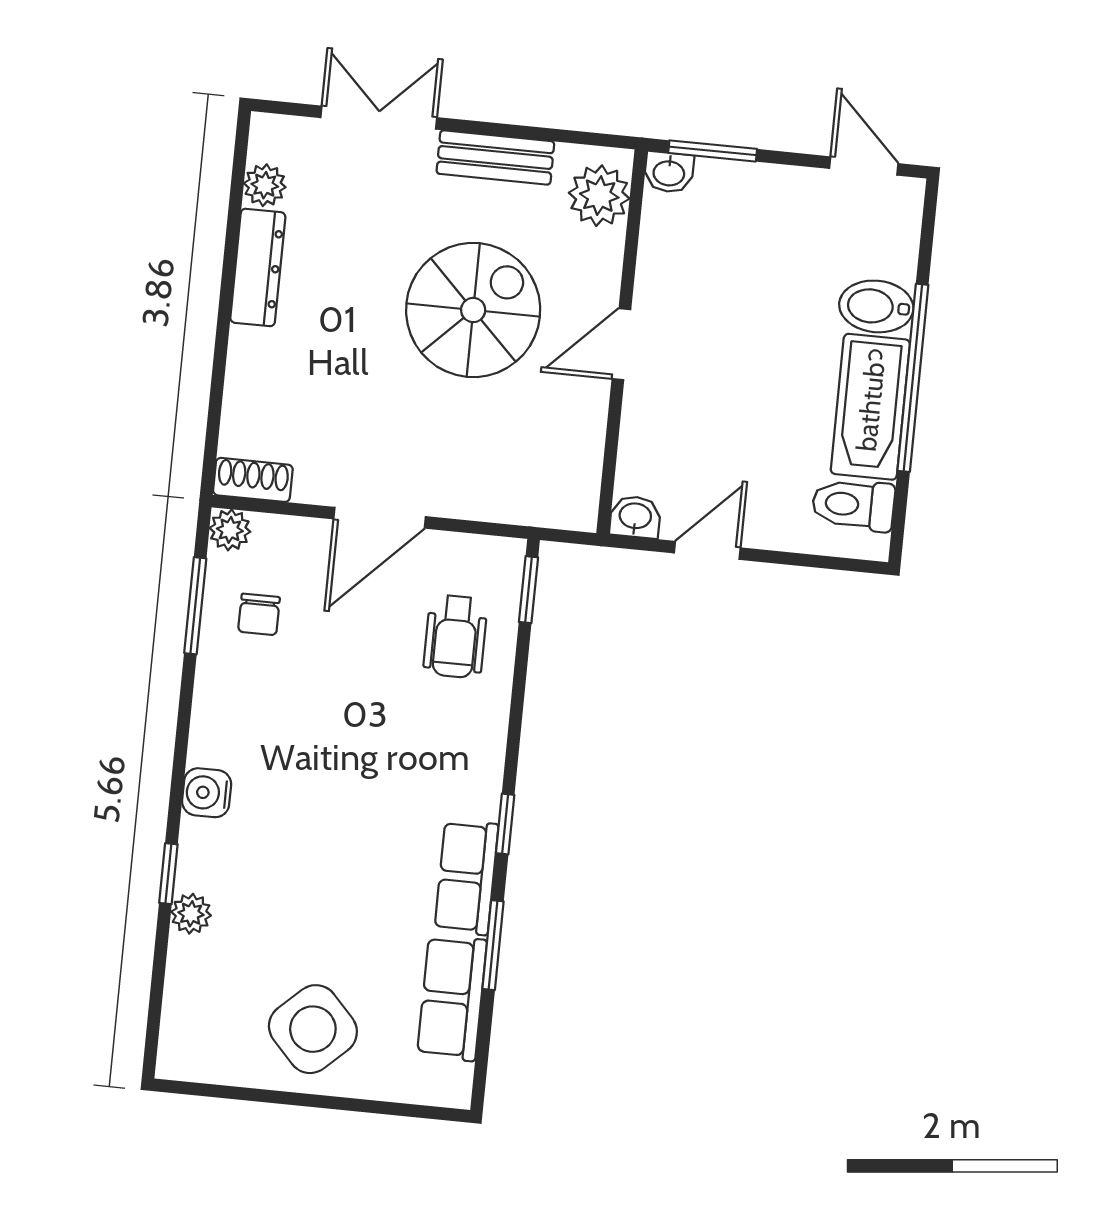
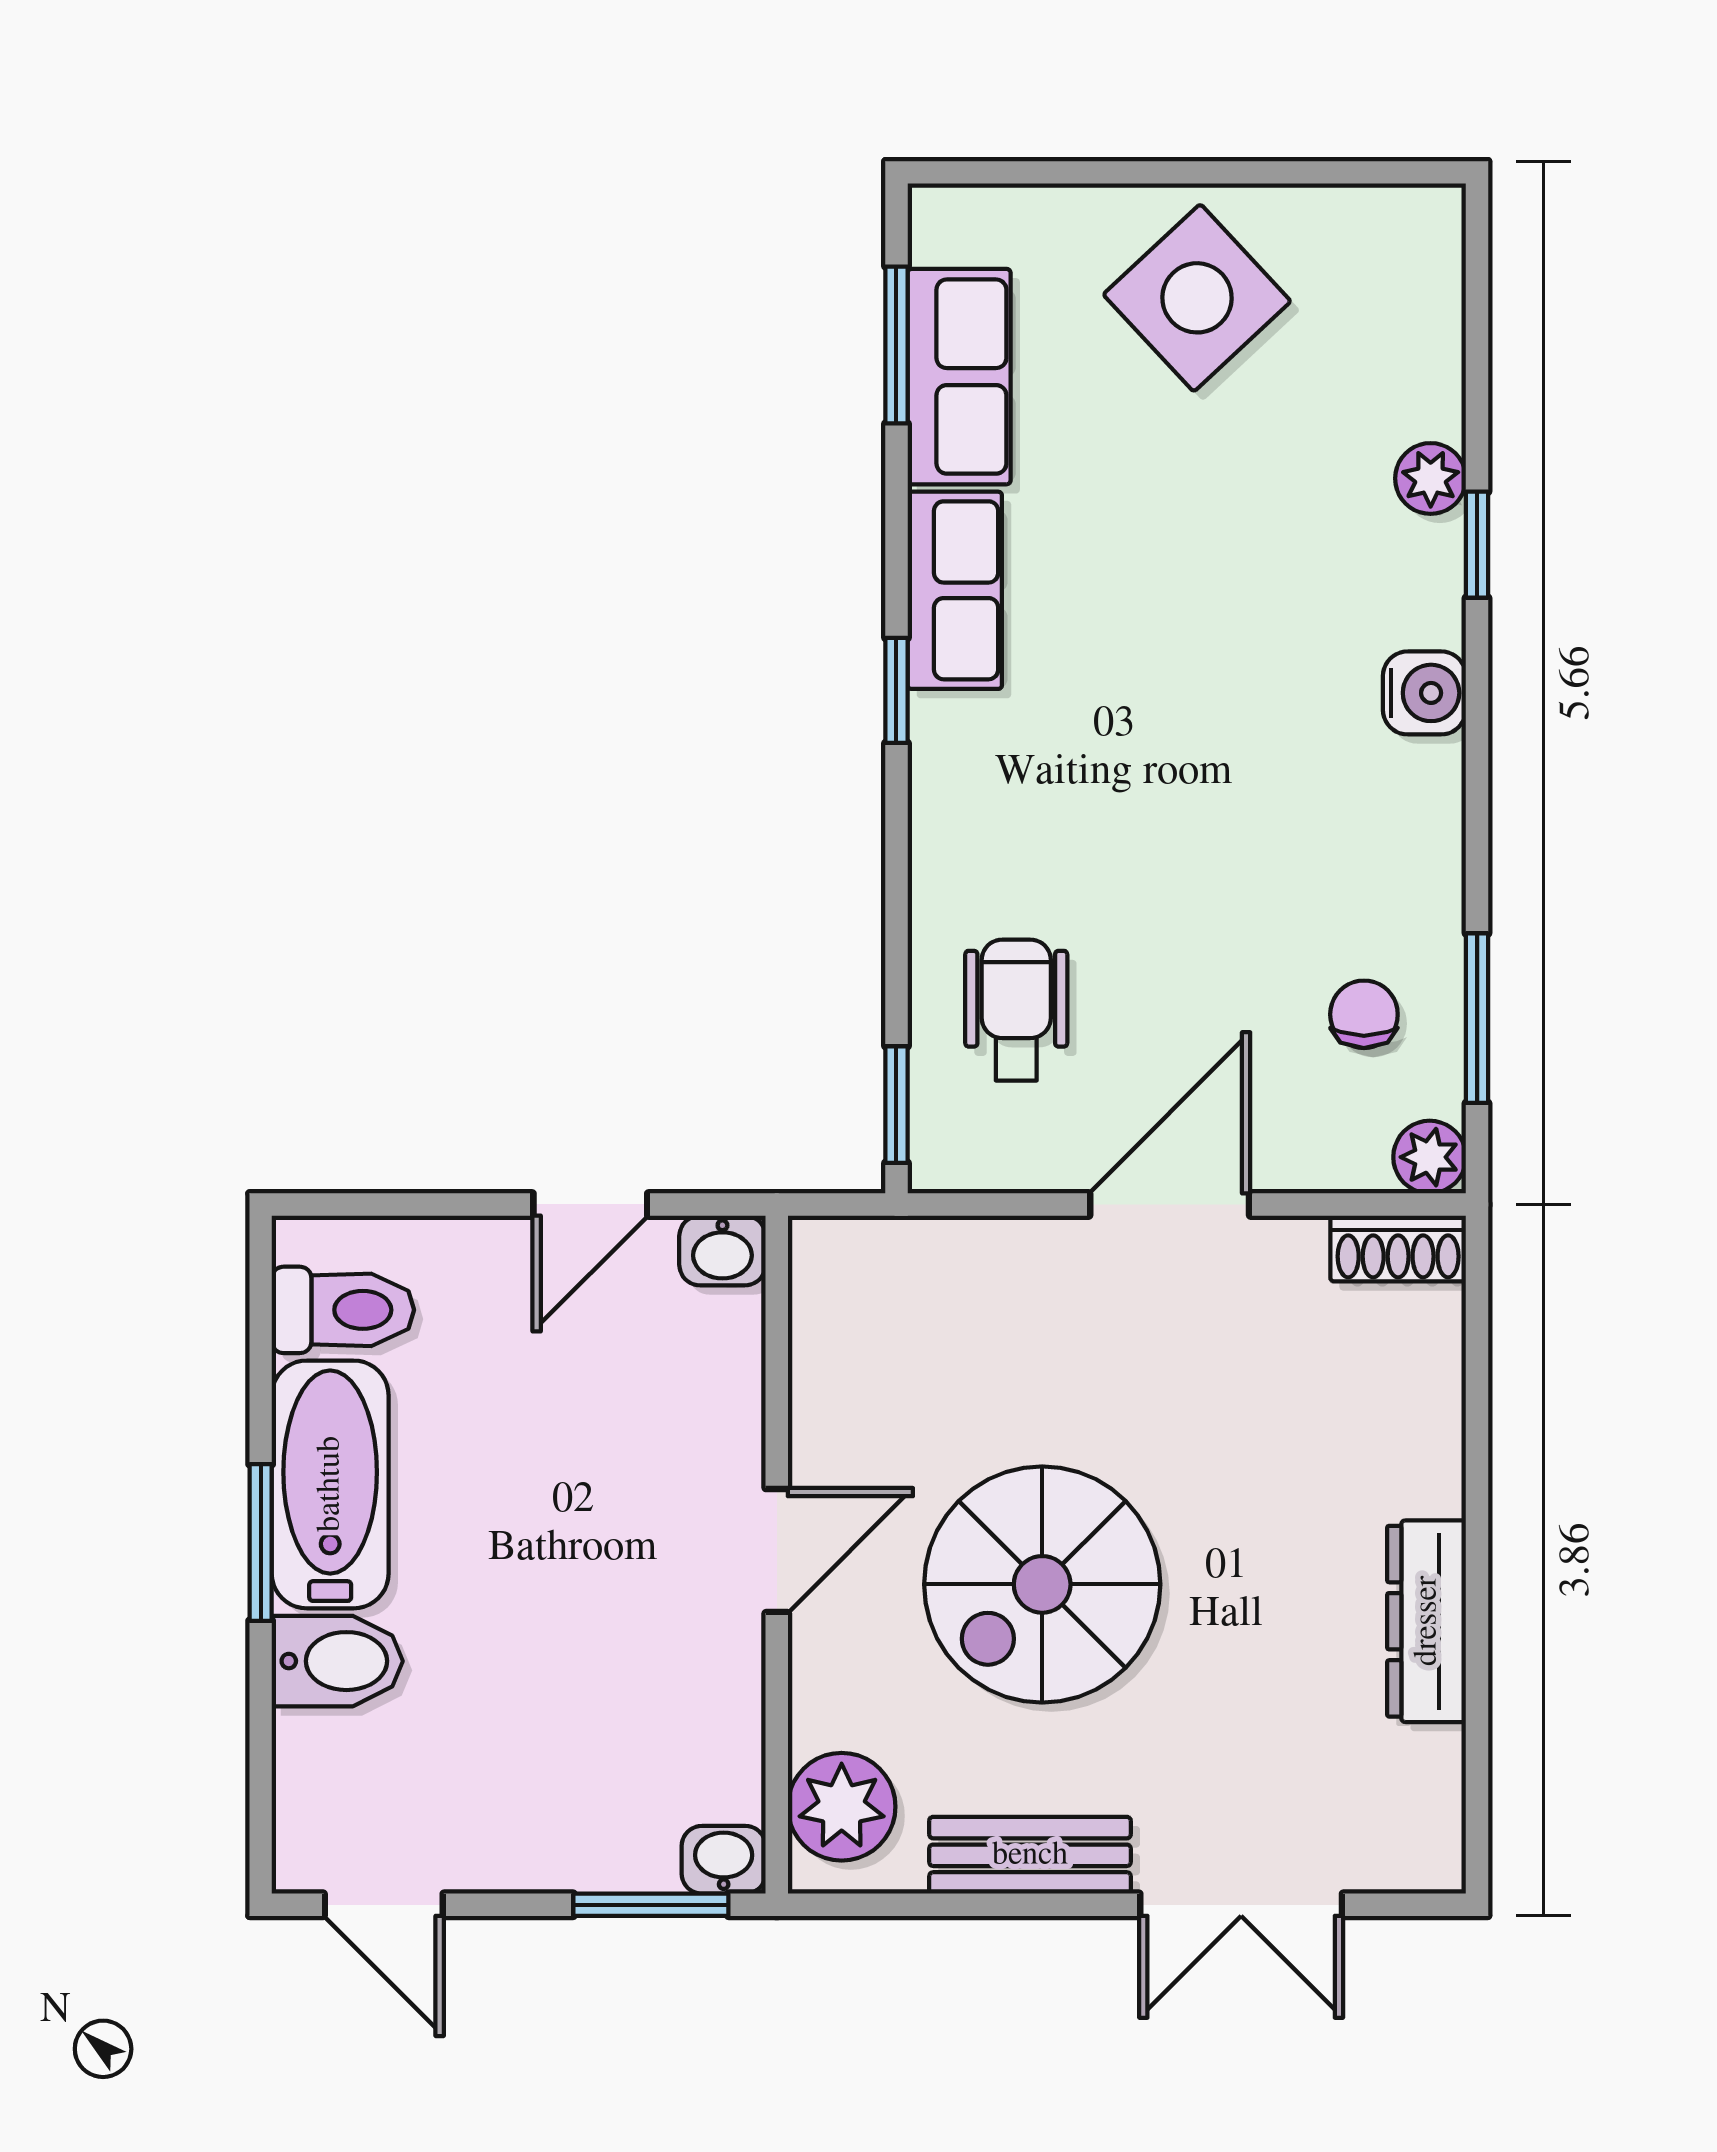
plant: (265, 185) -> (1429, 1767), removed
window: (913, 378) -> (261, 1542), width x0.47
window: (493, 945) -> (896, 345), moved

